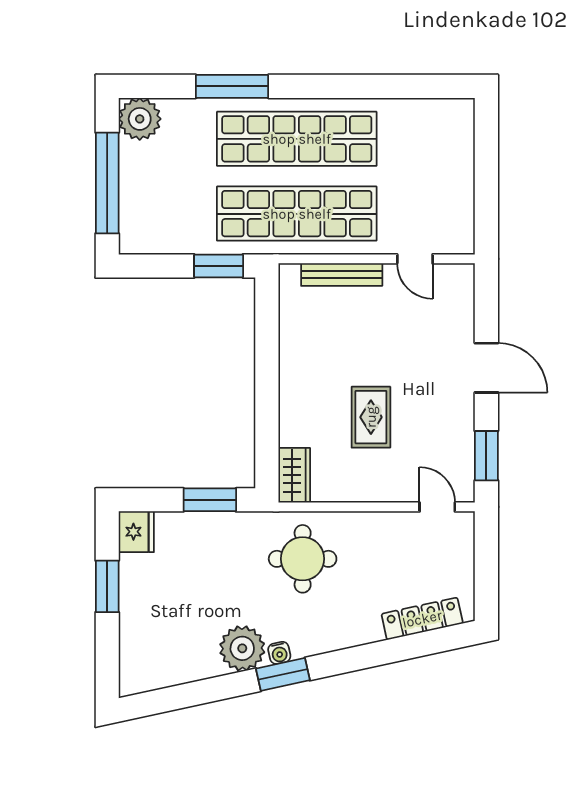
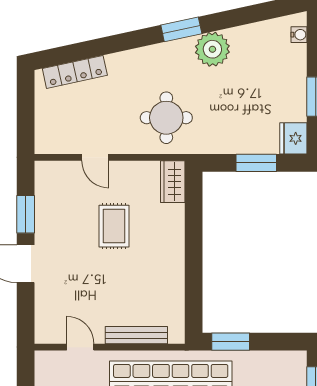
window: (486, 456) -> (26, 214), moved
window: (210, 500) -> (256, 163), moved
door: (437, 507) -> (95, 157), moved
water cooler: (279, 653) -> (299, 35), moved, turned 102

